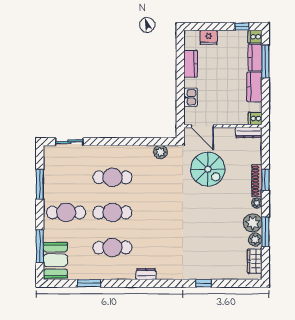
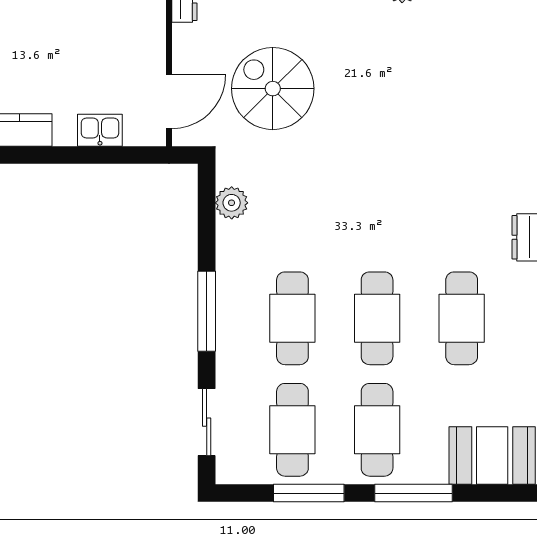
window: (115, 142) -> (207, 311), added
spiral stairs: (208, 169) -> (273, 89), turned -90
cafe table: (66, 177) -> (292, 430), added
window: (40, 246) -> (413, 493), moved

